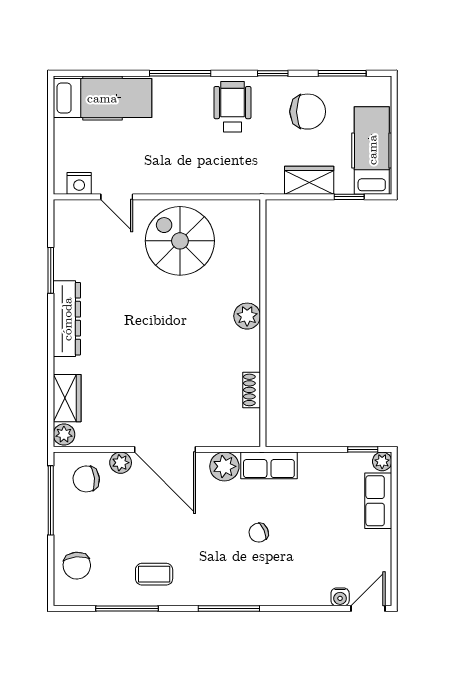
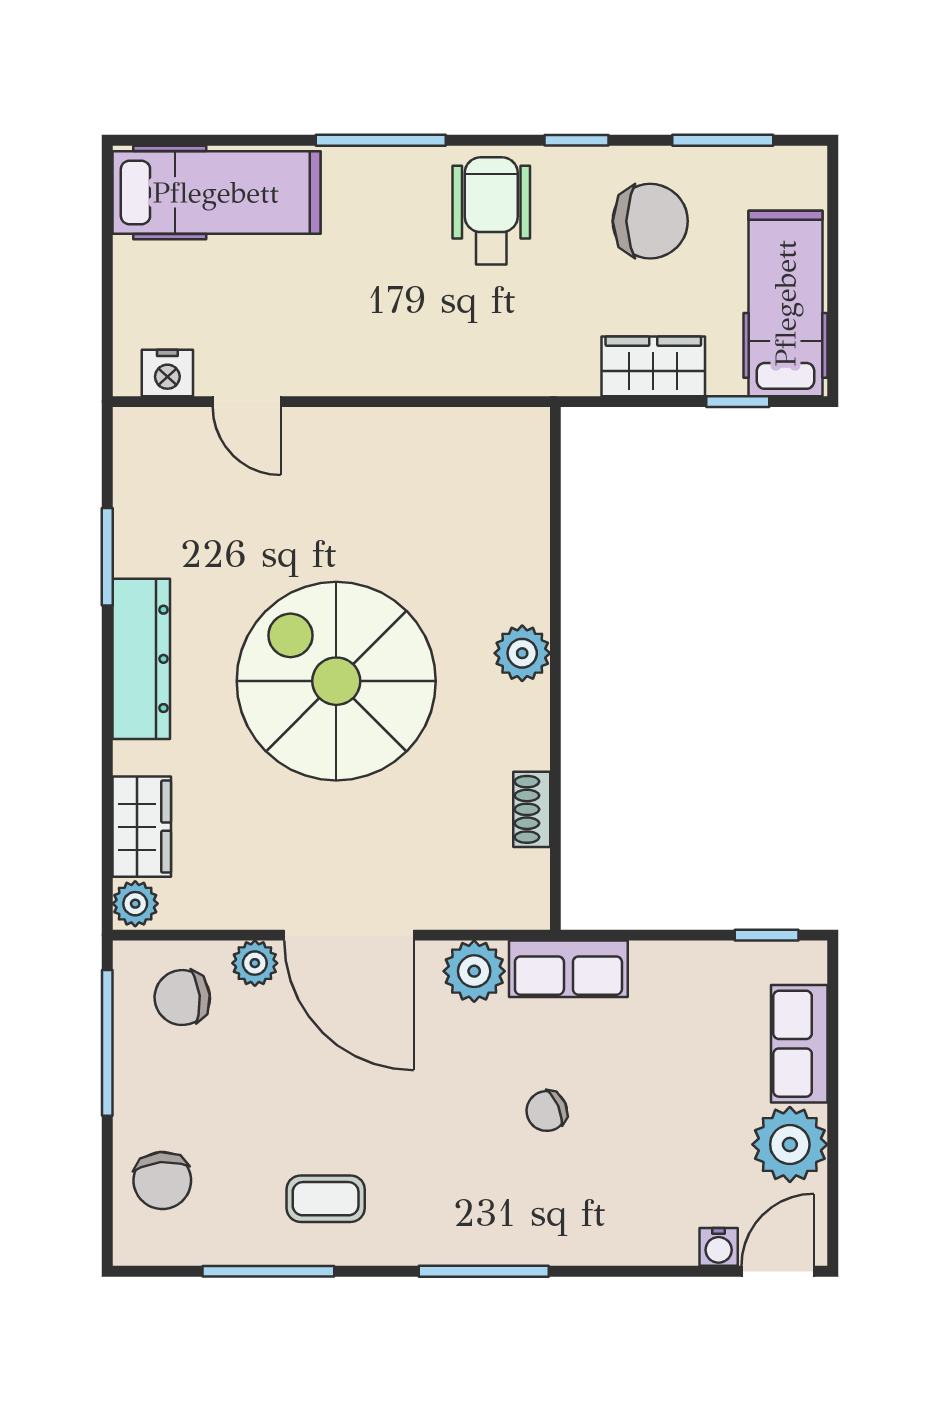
spiral stairs: (180, 241) -> (336, 681), moved, width x1.37, depth x1.37
plant: (382, 461) -> (790, 1144), moved, width x1.87, depth x1.87

